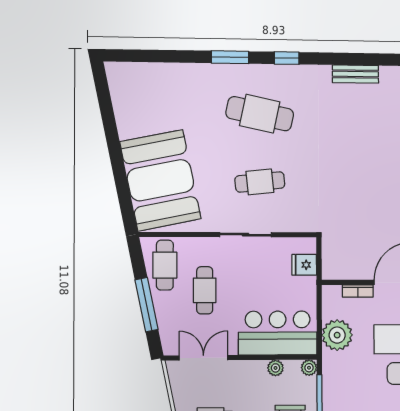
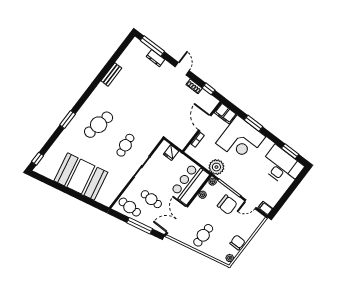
window: (287, 58) -> (38, 159), moved
booth: (160, 180) -> (81, 177), moved
plant: (337, 335) -> (216, 167), moved
double door: (203, 358) -> (177, 220), width x1.37

